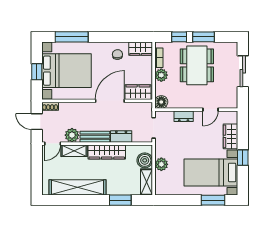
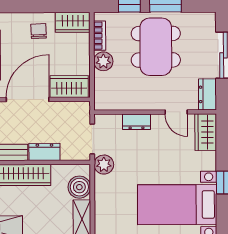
dresser: (232, 98) -> (207, 94), added
floor lamp: (161, 102) -> (103, 101), removed
door: (210, 110) -> (176, 112), hinge flipped
wardrobe: (230, 136) -> (206, 132), moved
plant: (161, 164) -> (104, 165), moved

